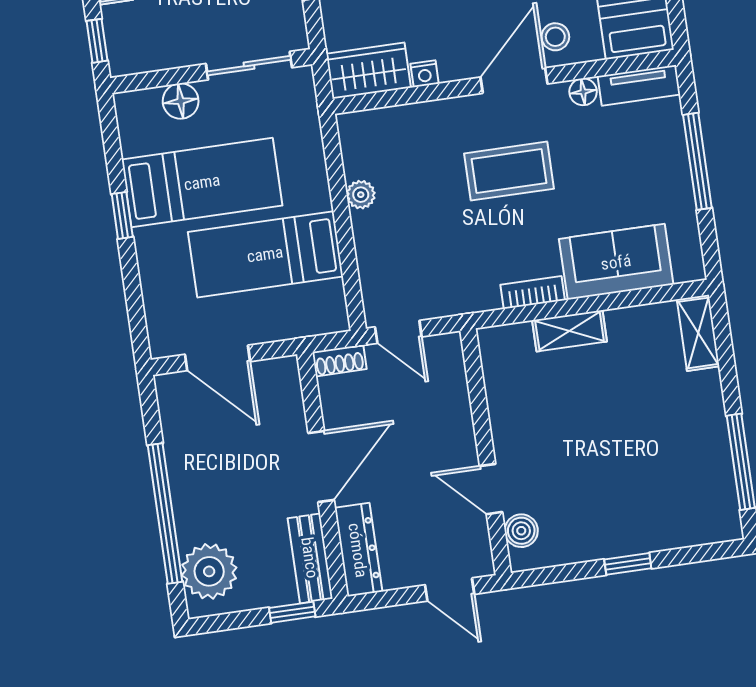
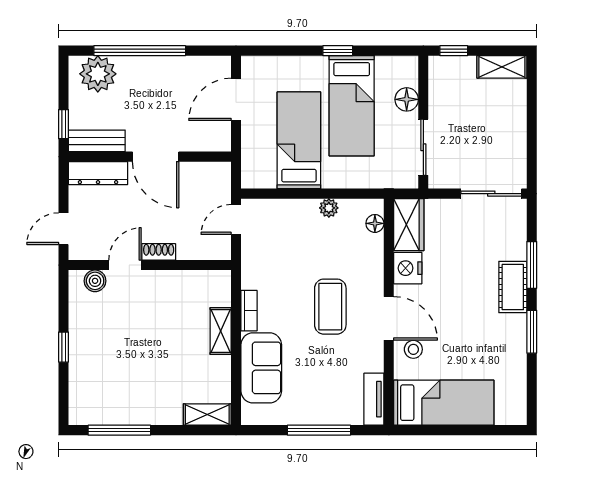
nightstand: (425, 74) -> (408, 268), width x1.89, depth x1.79
floor lamp: (583, 92) -> (375, 223), moved
shoe rack: (339, 361) -> (159, 252), moved, turned 90

